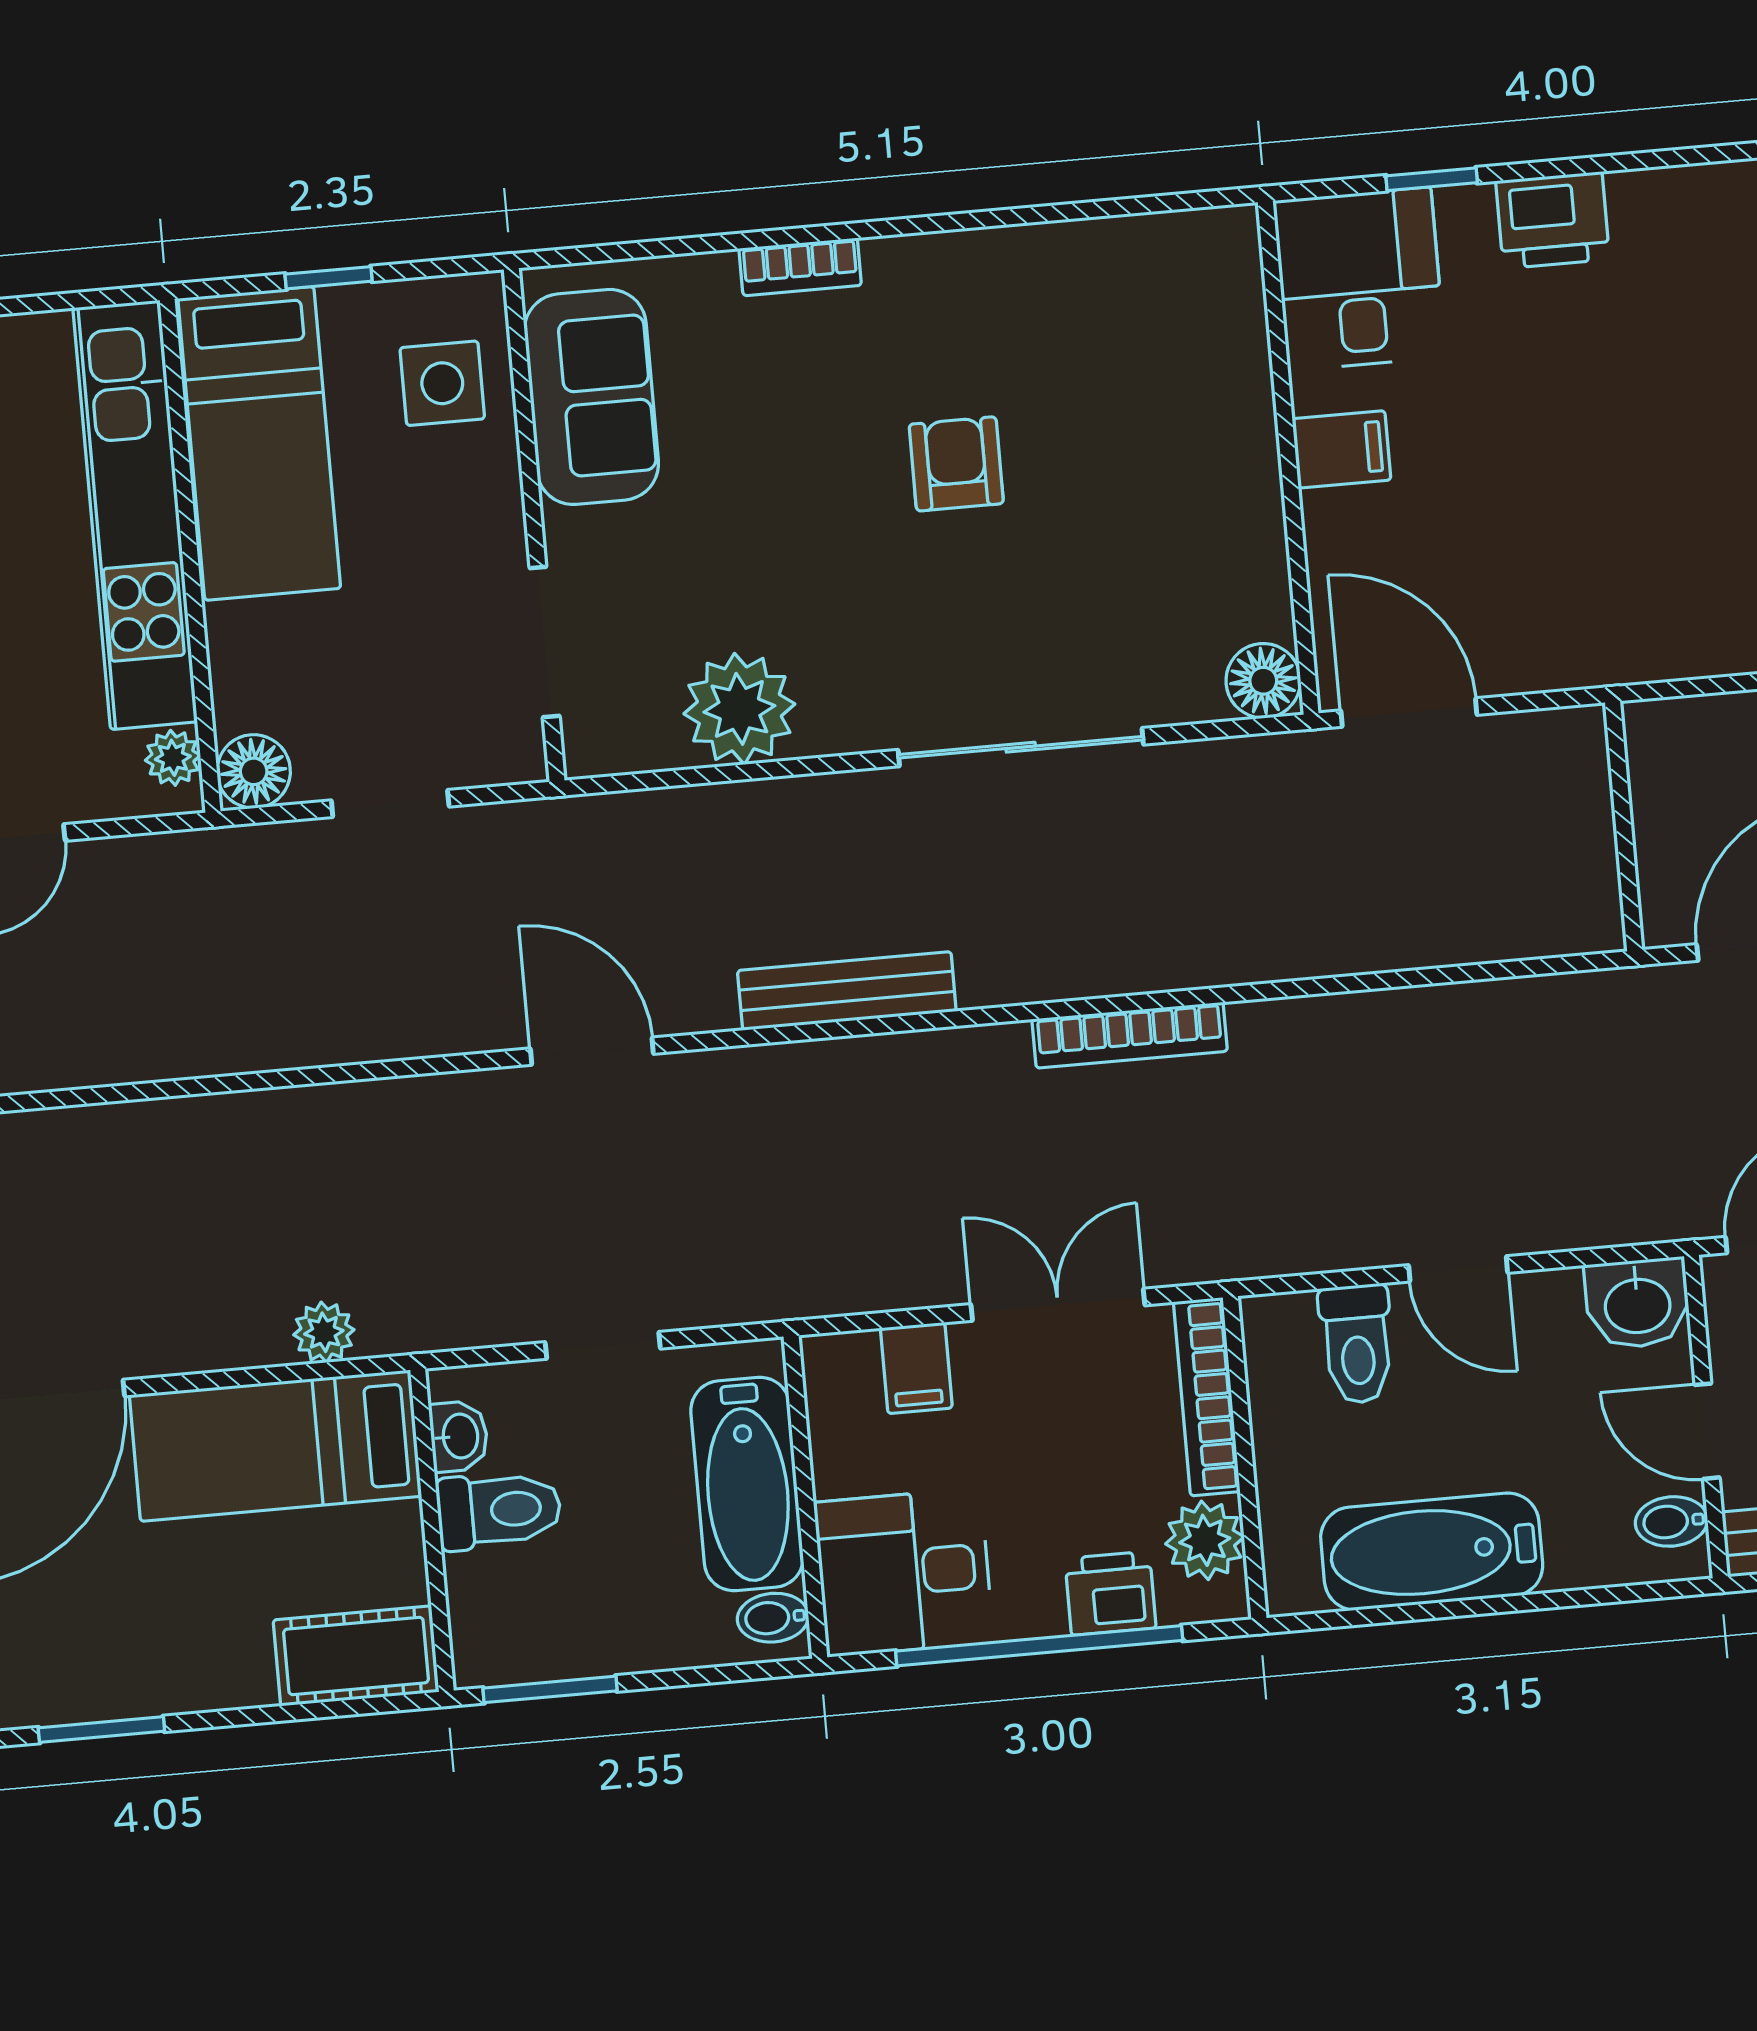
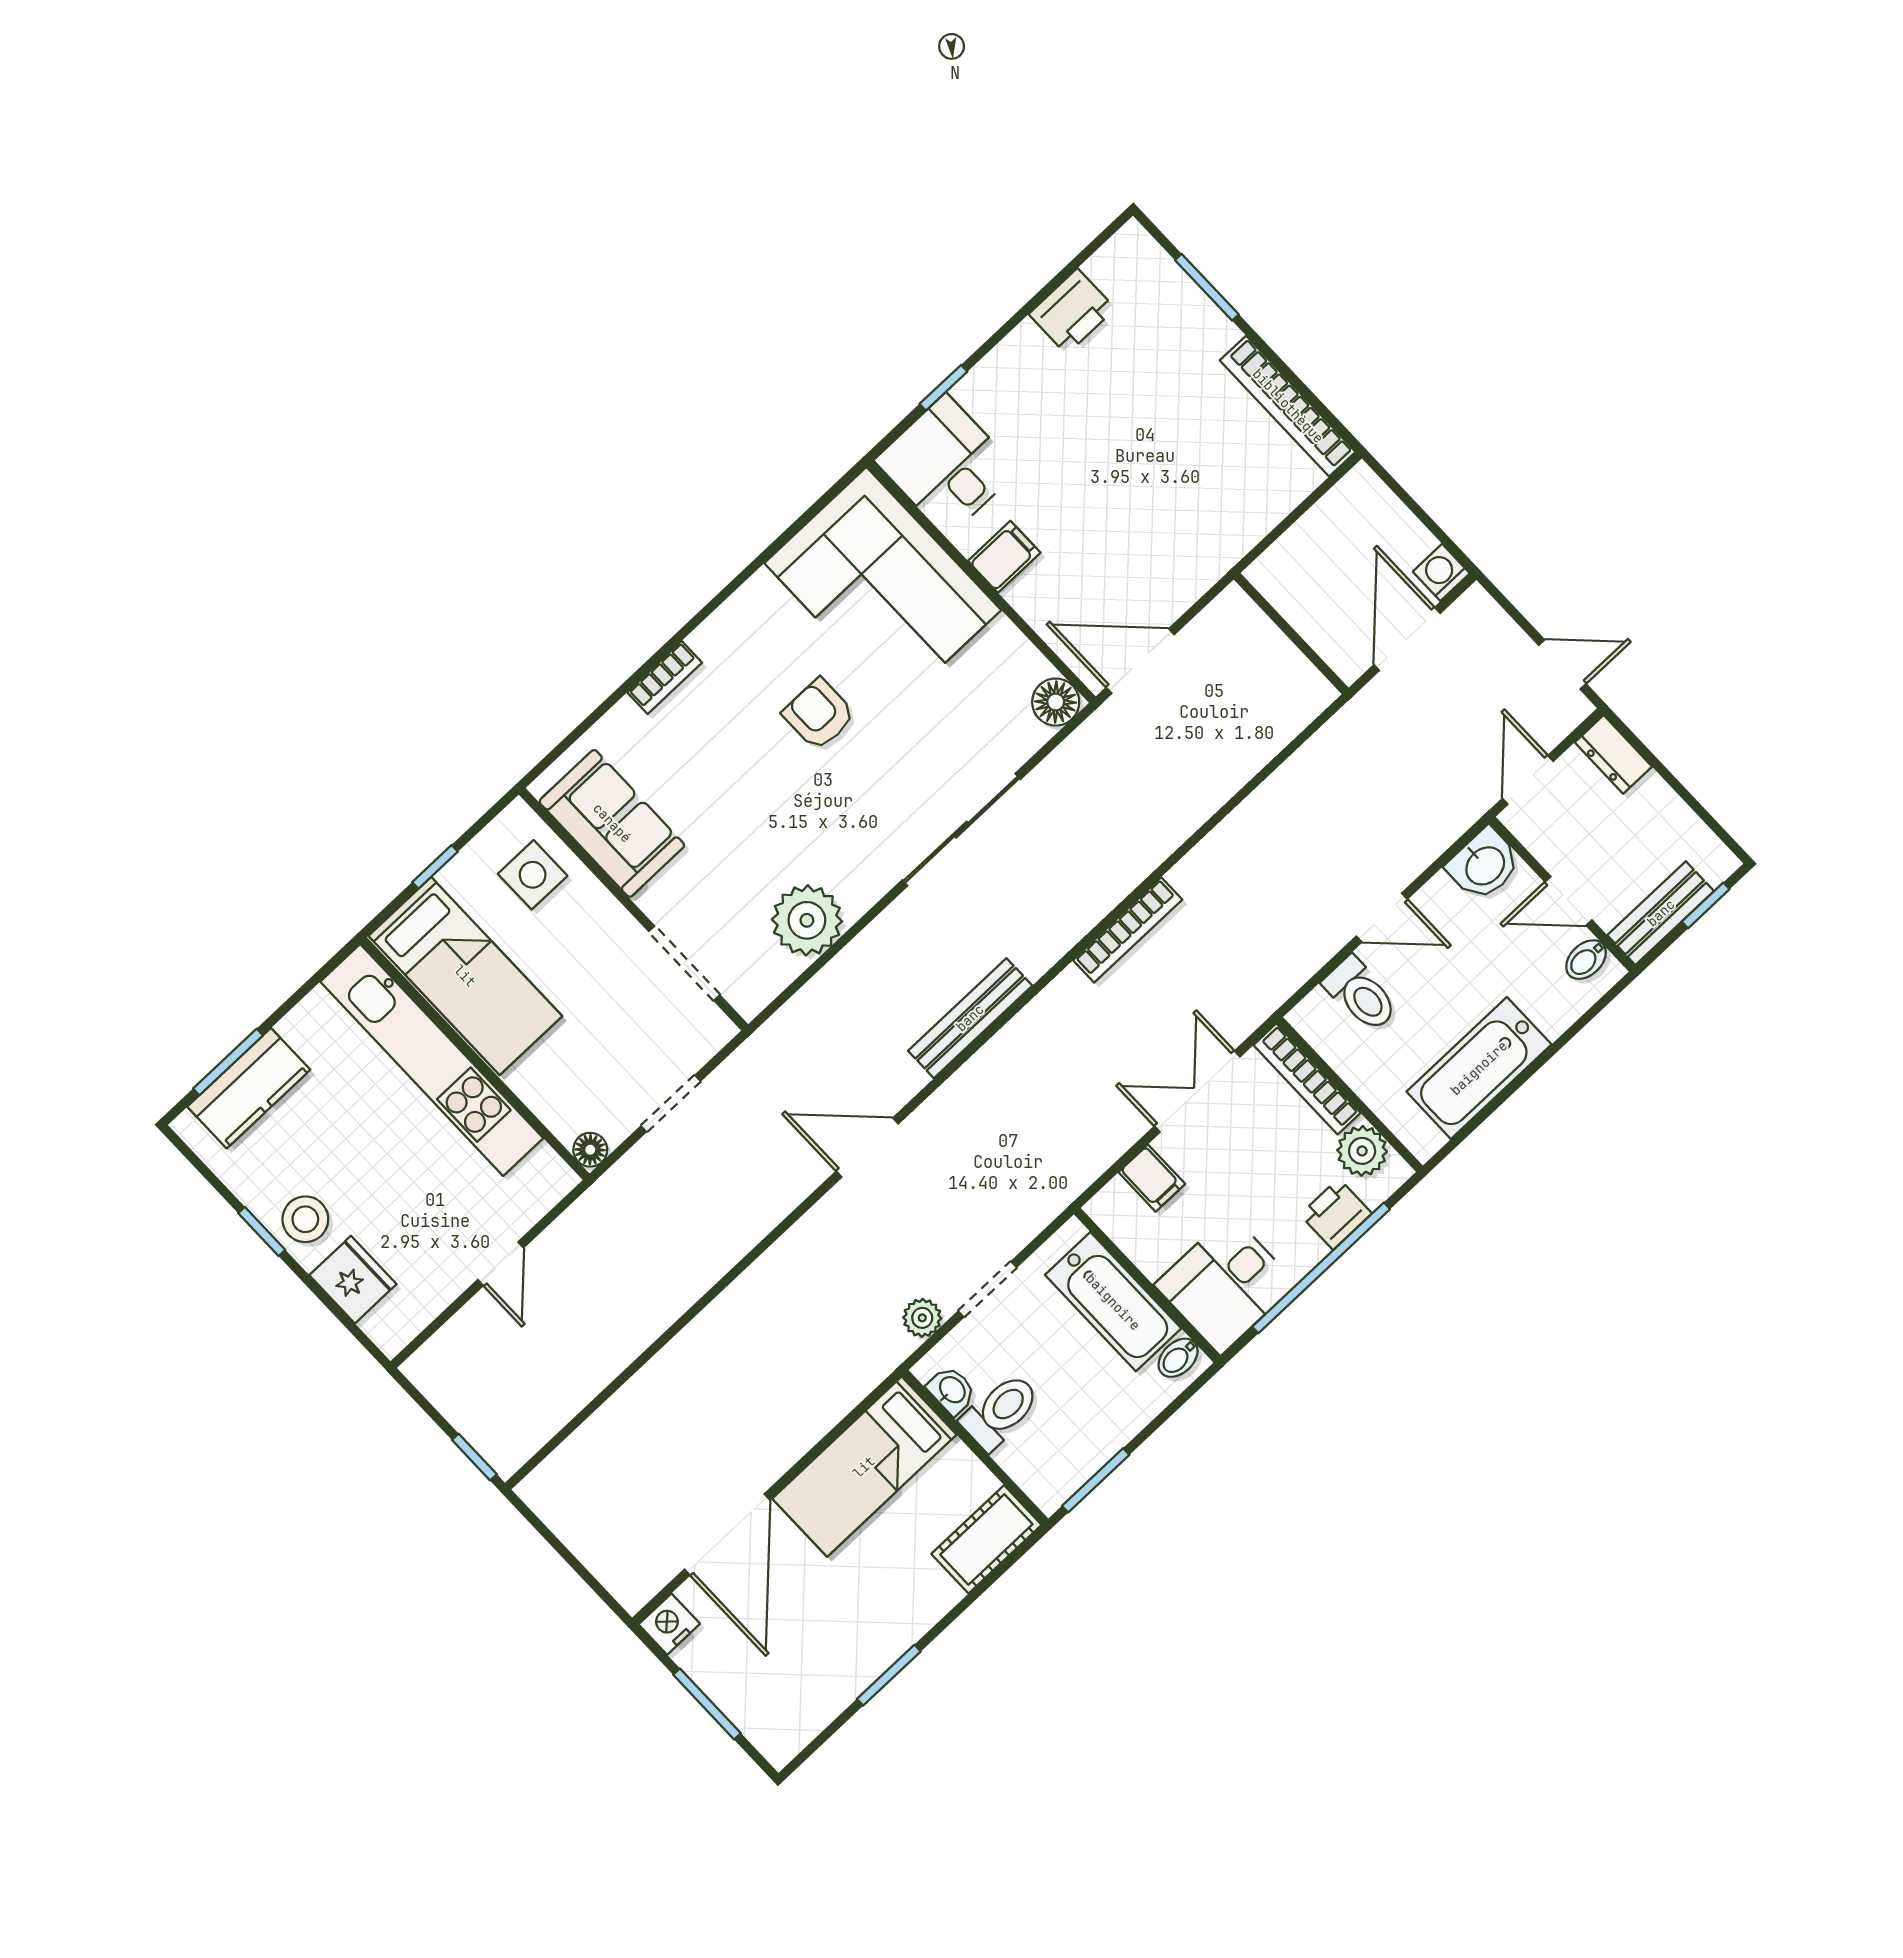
printer: (1553, 220) -> (1072, 311), moved
corner sofa: (1161, 367) -> (883, 587), added
plant: (173, 758) -> (545, 1166), removed
floor lamp: (254, 771) -> (590, 1150), width x0.73, depth x0.73
plant: (324, 1332) -> (922, 1318), moved

